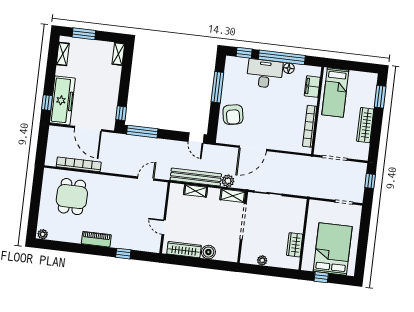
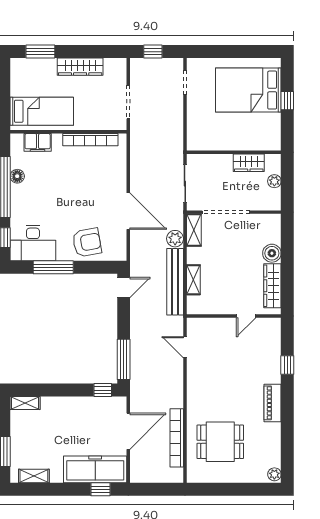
desk: (265, 74) -> (33, 243), moved, turned -90
wall: (304, 234) -> (234, 152), moved
wardrobe: (295, 245) -> (249, 163), moved

